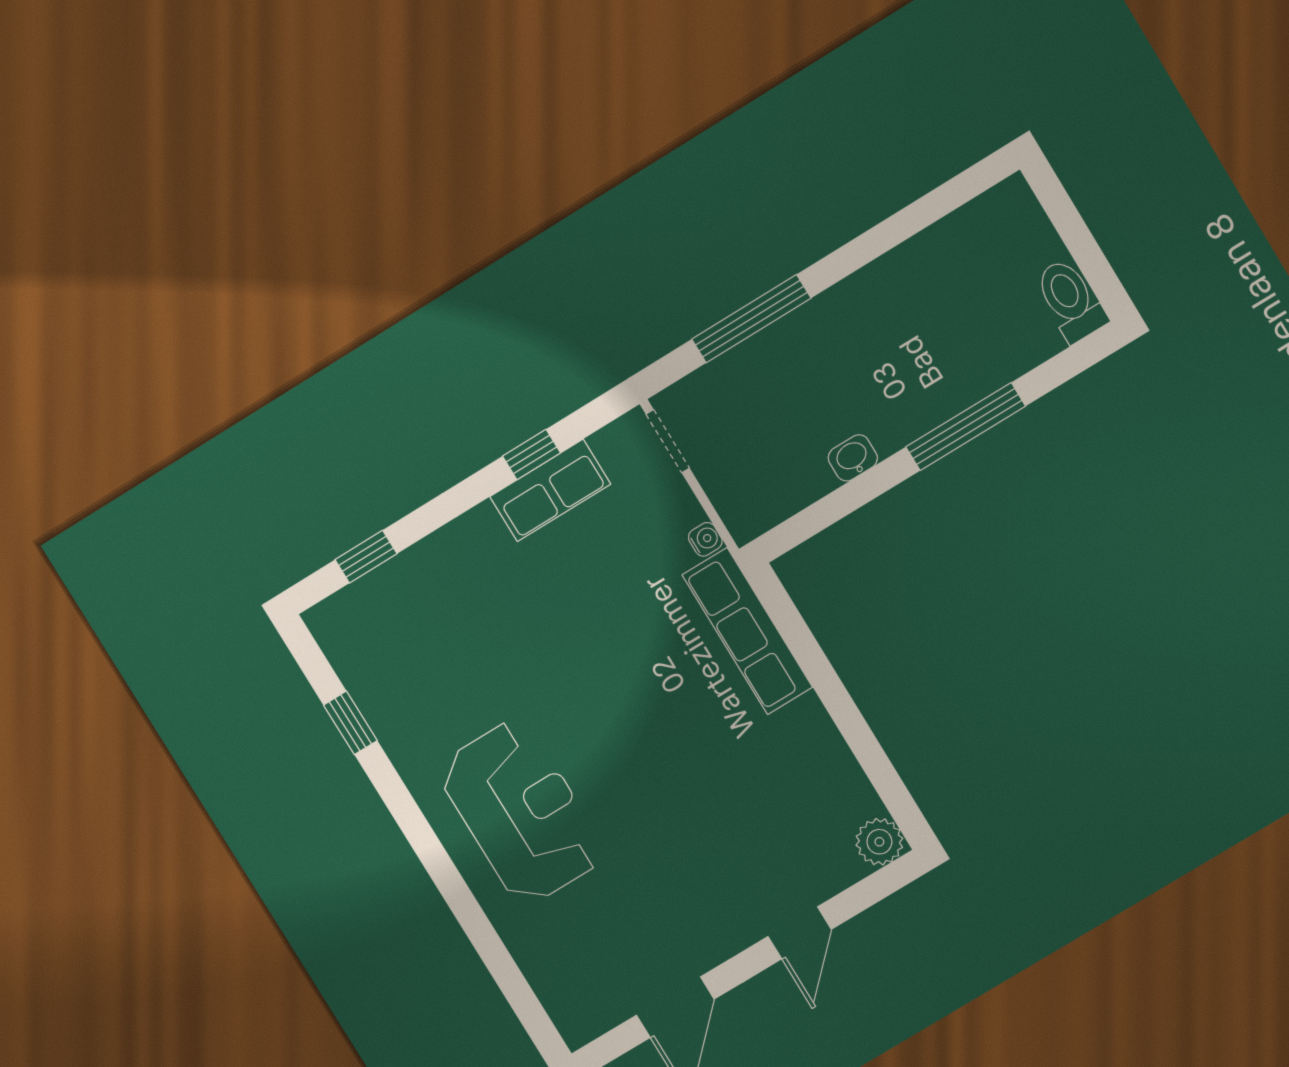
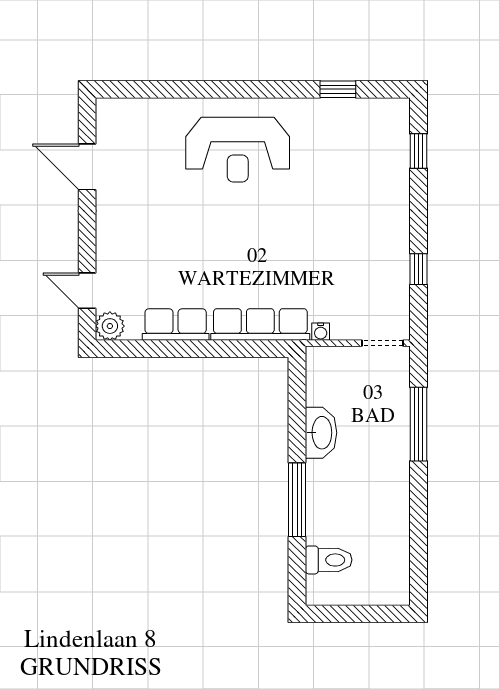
toilet: (1070, 300) -> (329, 560), moved
washbasin: (853, 458) -> (321, 433), width x1.91, depth x1.45
row of seats: (550, 490) -> (176, 325), moved, turned 90
door: (800, 933) -> (87, 291), moved

